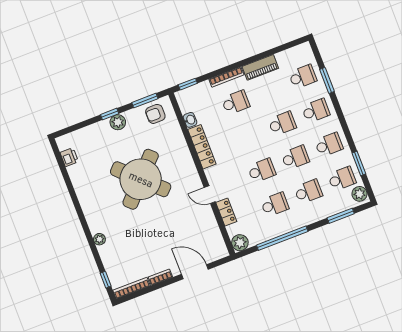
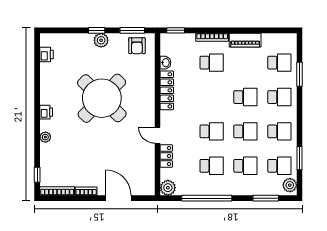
armchair: (155, 114) -> (137, 46), turned -90
printer: (91, 214) -> (46, 112), added

